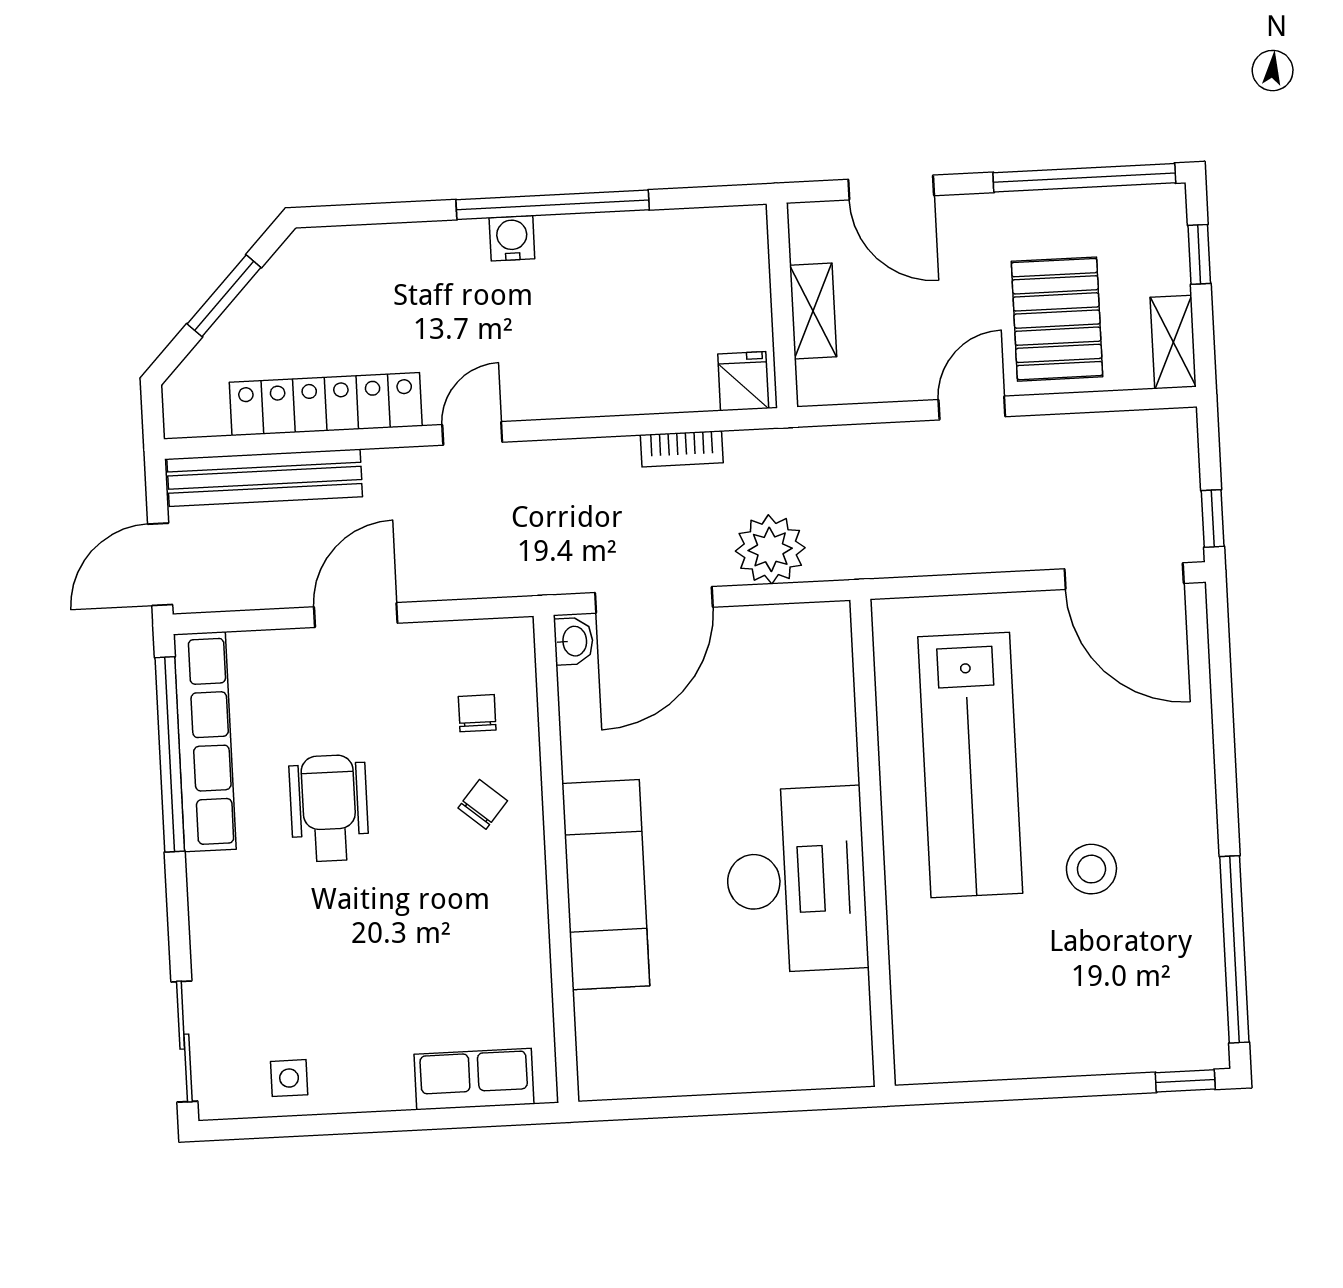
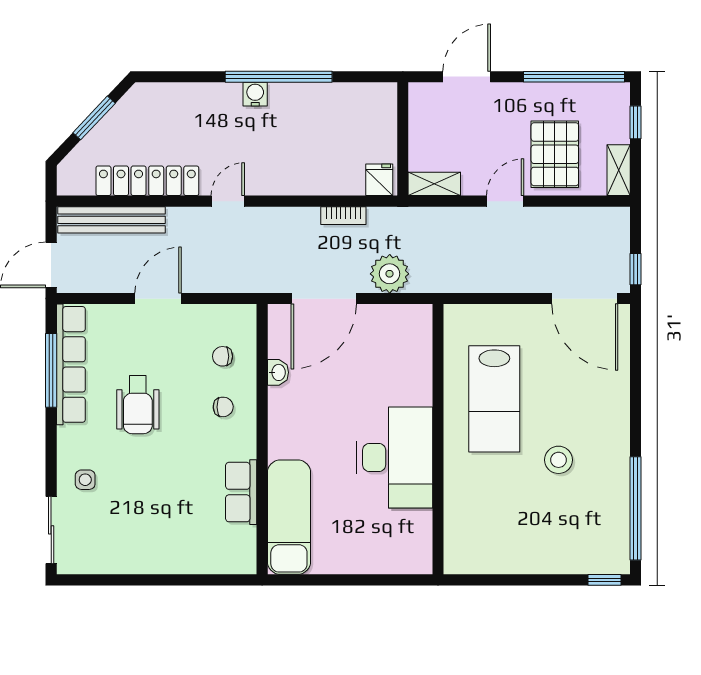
door: (891, 188) -> (467, 77), swing flipped
shelving: (813, 311) -> (434, 184), moved, turned 90
washbasin: (574, 641) -> (278, 372), moved
chair: (477, 713) -> (223, 356), turned -90
window: (170, 754) -> (51, 370), width x0.68
lab bench: (970, 765) -> (494, 399), width x0.73
chair: (483, 804) -> (223, 407), turned 48
wheelchair: (329, 808) -> (138, 405), turned 180
exam couch: (606, 885) -> (289, 517), moved
side table: (289, 1078) -> (85, 480), moved
row of seats: (474, 1079) -> (241, 492), moved, turned -90

